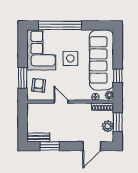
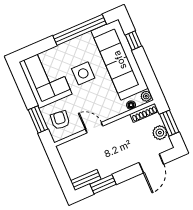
window: (60, 25) -> (80, 30), moved
window: (118, 76) -> (134, 40), moved

